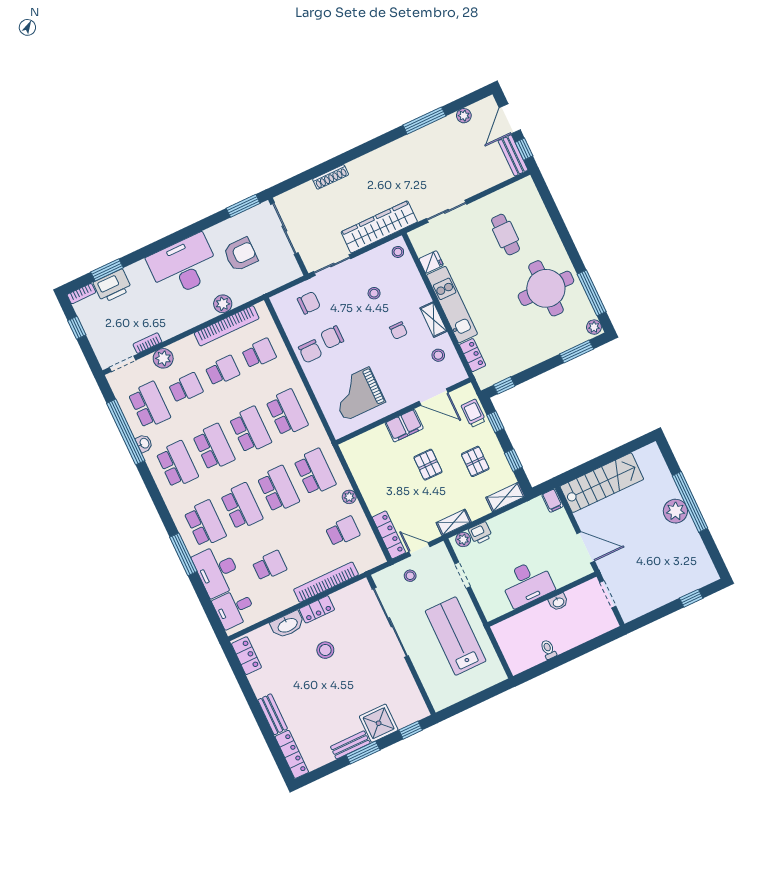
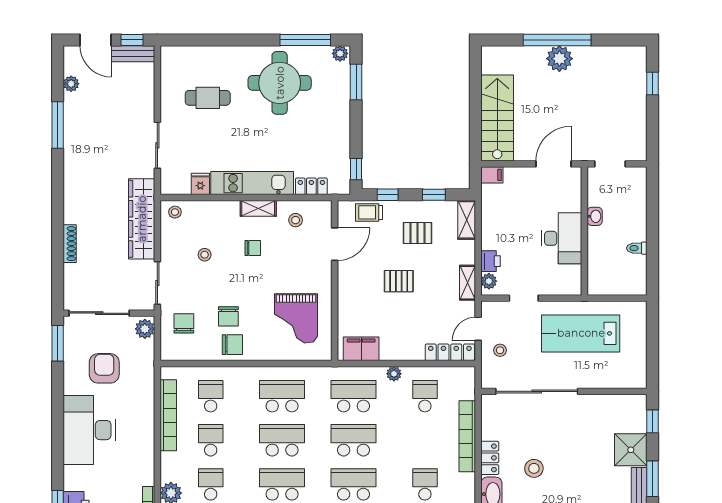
plant: (223, 304) -> (145, 329), moved
filing cabinet: (404, 426) -> (361, 349), moved, turned -90

